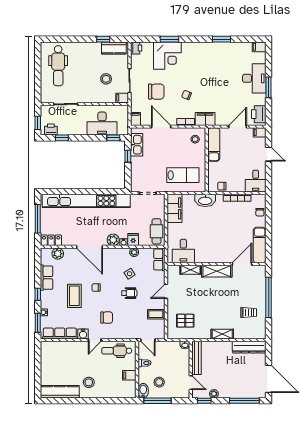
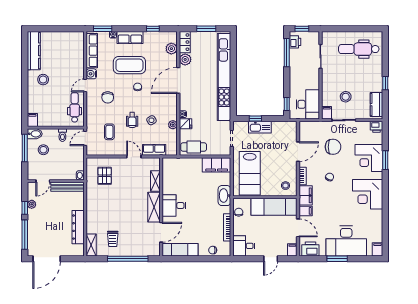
window: (103, 39) -> (385, 83), moved
window: (222, 39) -> (385, 212), removed
corner desk: (204, 57) -> (368, 194), added
desk: (254, 78) -> (346, 241), width x1.36, depth x1.30
chair: (156, 92) -> (333, 147), turned -90
filing cabinet: (136, 119) -> (306, 211), moved
desk: (102, 124) -> (308, 104), moved, turned 180
window: (62, 138) -> (287, 53), width x2.17
kitchen sink: (137, 145) -> (260, 127), moved
exam couch: (214, 145) -> (274, 207), width x1.36, depth x1.45
window: (128, 156) -> (255, 119), moved
lab bench: (183, 175) -> (250, 173), width x1.36, depth x1.39
window: (38, 219) -> (206, 29), width x0.69
plant: (113, 240) -> (185, 59), moved
desk: (183, 251) -> (174, 205), moved
row of seats: (159, 259) -> (154, 150), moved
door: (242, 264) -> (161, 232), hinge flipped
row of seats: (47, 278) -> (130, 37), moved
window: (38, 294) -> (153, 29), moved
coffee table: (74, 296) -> (129, 65), width x1.36, depth x1.32
coffee table: (156, 314) -> (109, 132), moved
shelving: (222, 334) -> (91, 245), moved
door: (95, 340) -> (85, 85), hinge flipped
dresser: (249, 347) -> (78, 227), moved
filing cabinet: (129, 375) -> (32, 120), moved
window: (204, 401) -> (25, 208), moved

